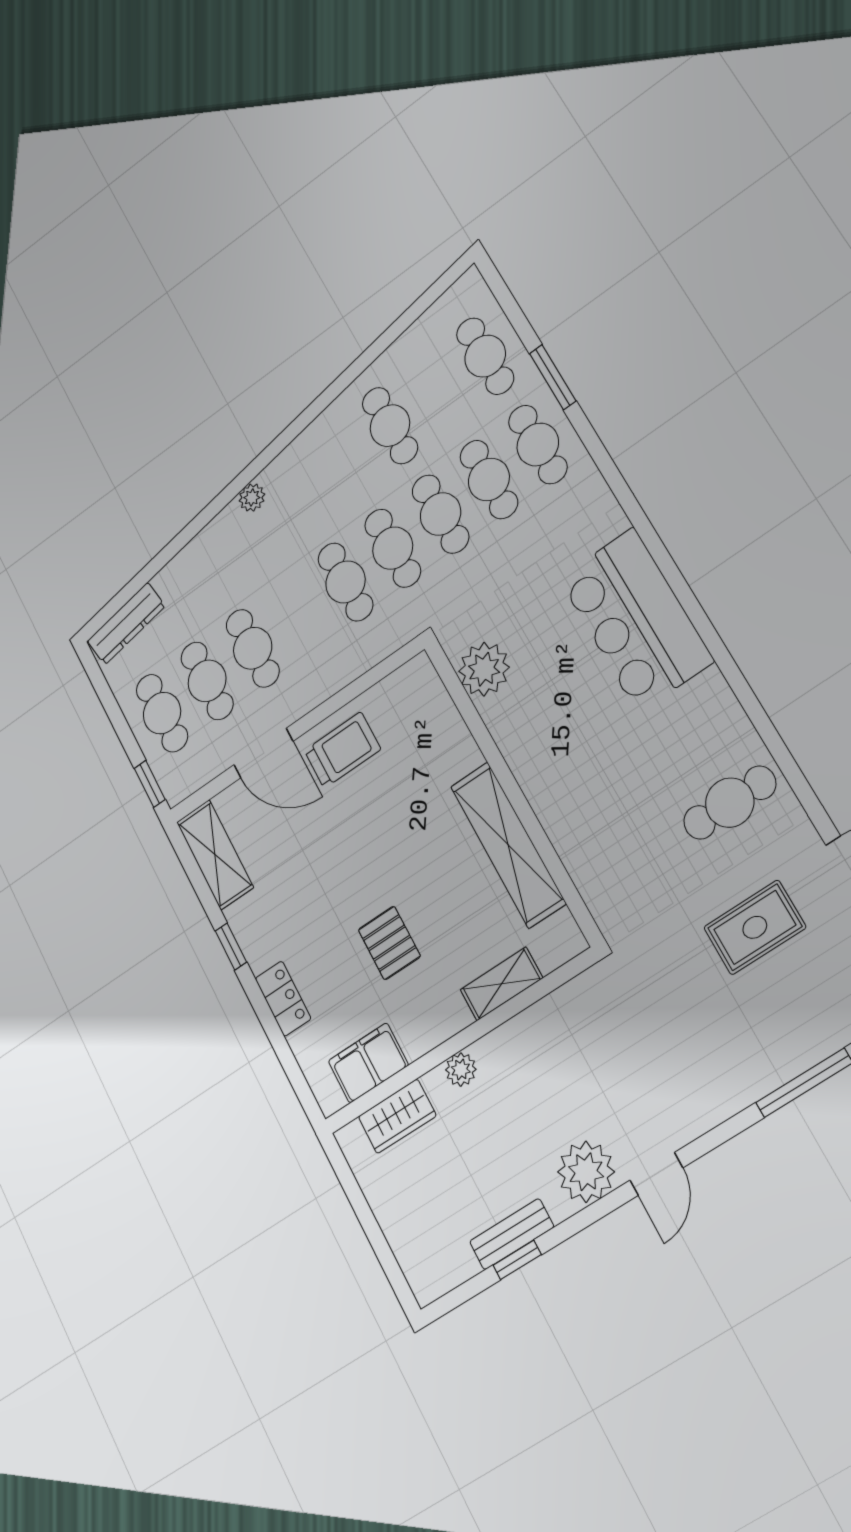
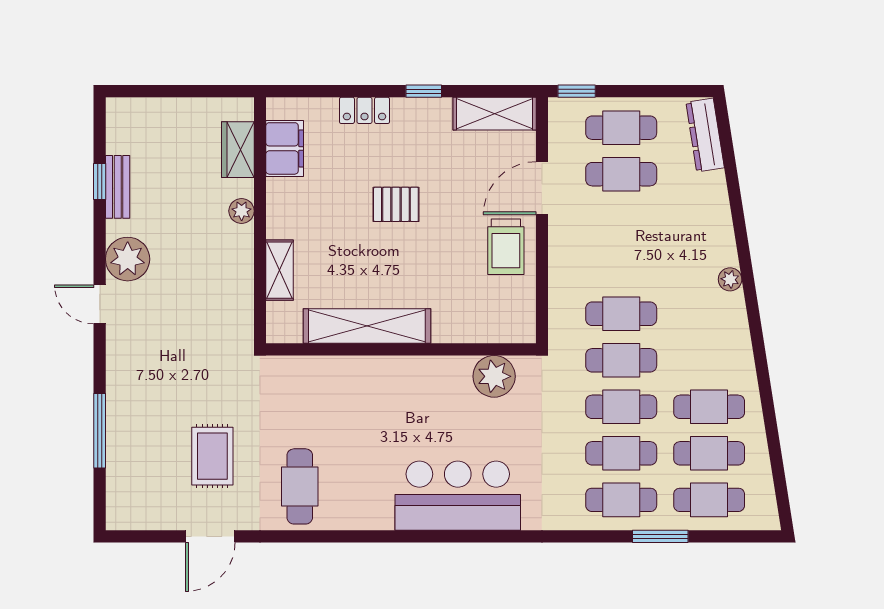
cafe table: (253, 648) -> (709, 453), moved
pallet: (389, 943) -> (396, 204), moved

